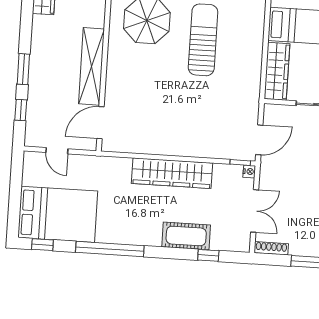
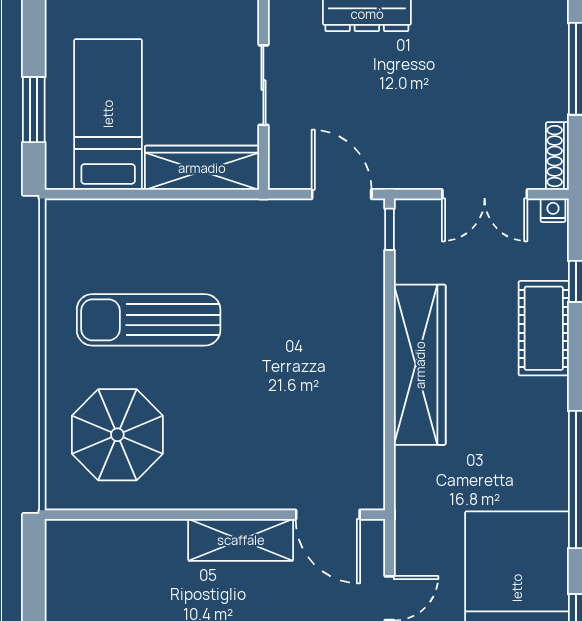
shelving: (91, 66) -> (241, 540), width x0.68
nightstand: (249, 171) -> (553, 210), moved
double door: (255, 211) -> (485, 194), swing flipped

